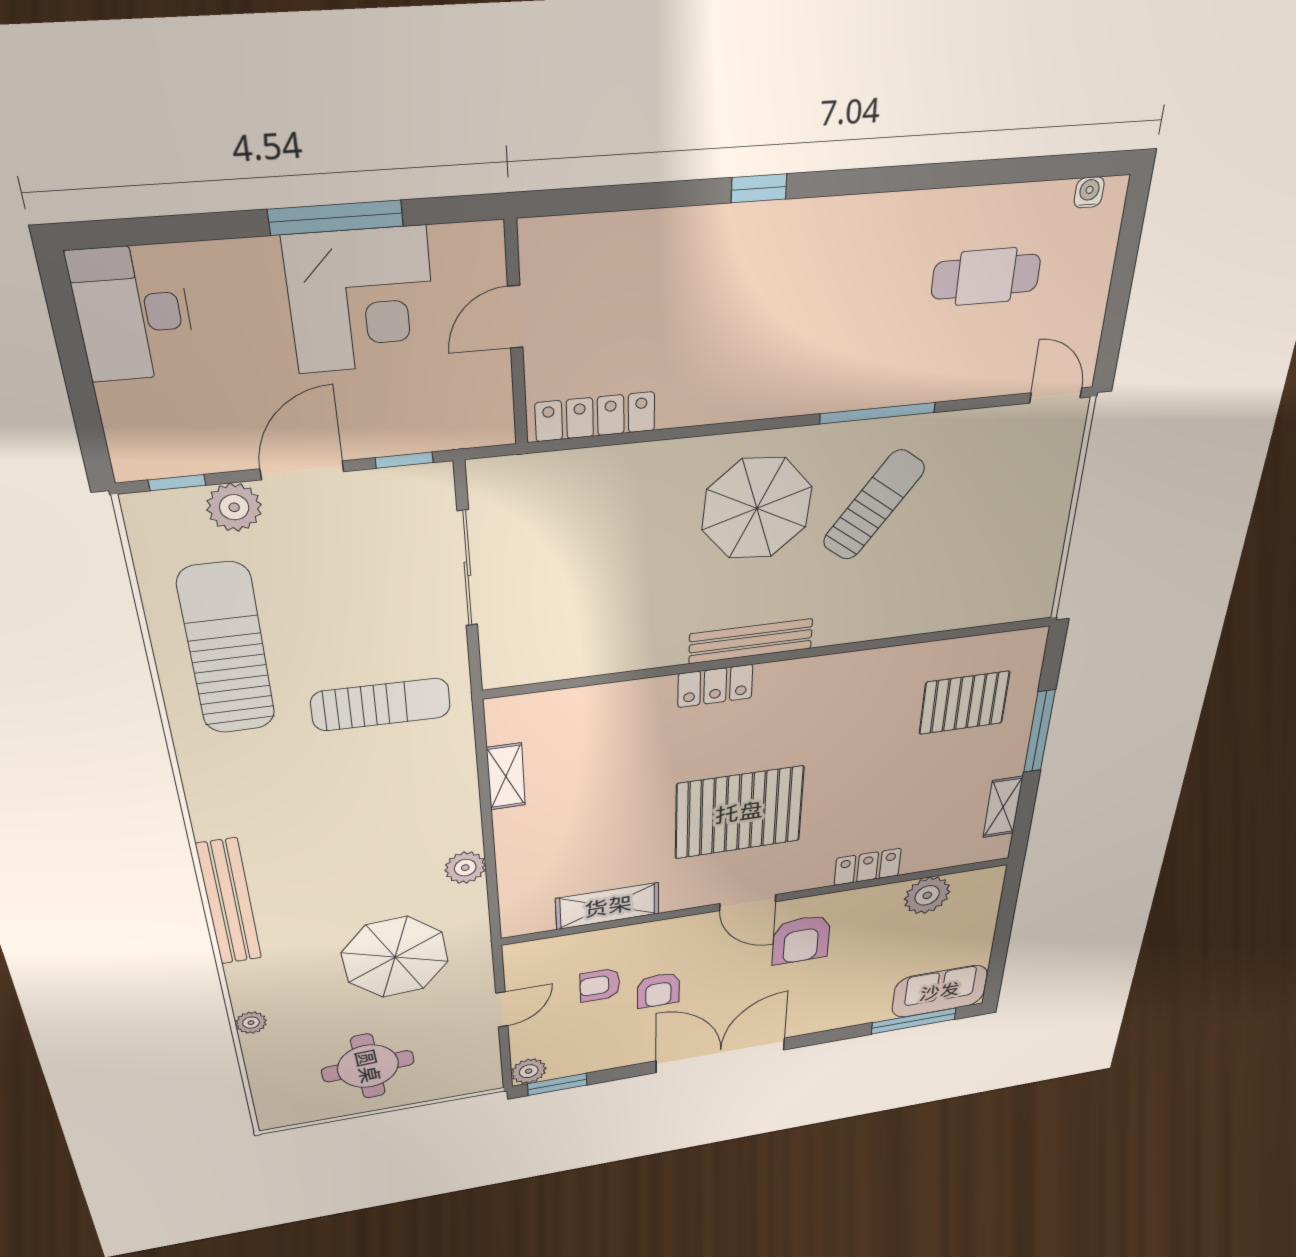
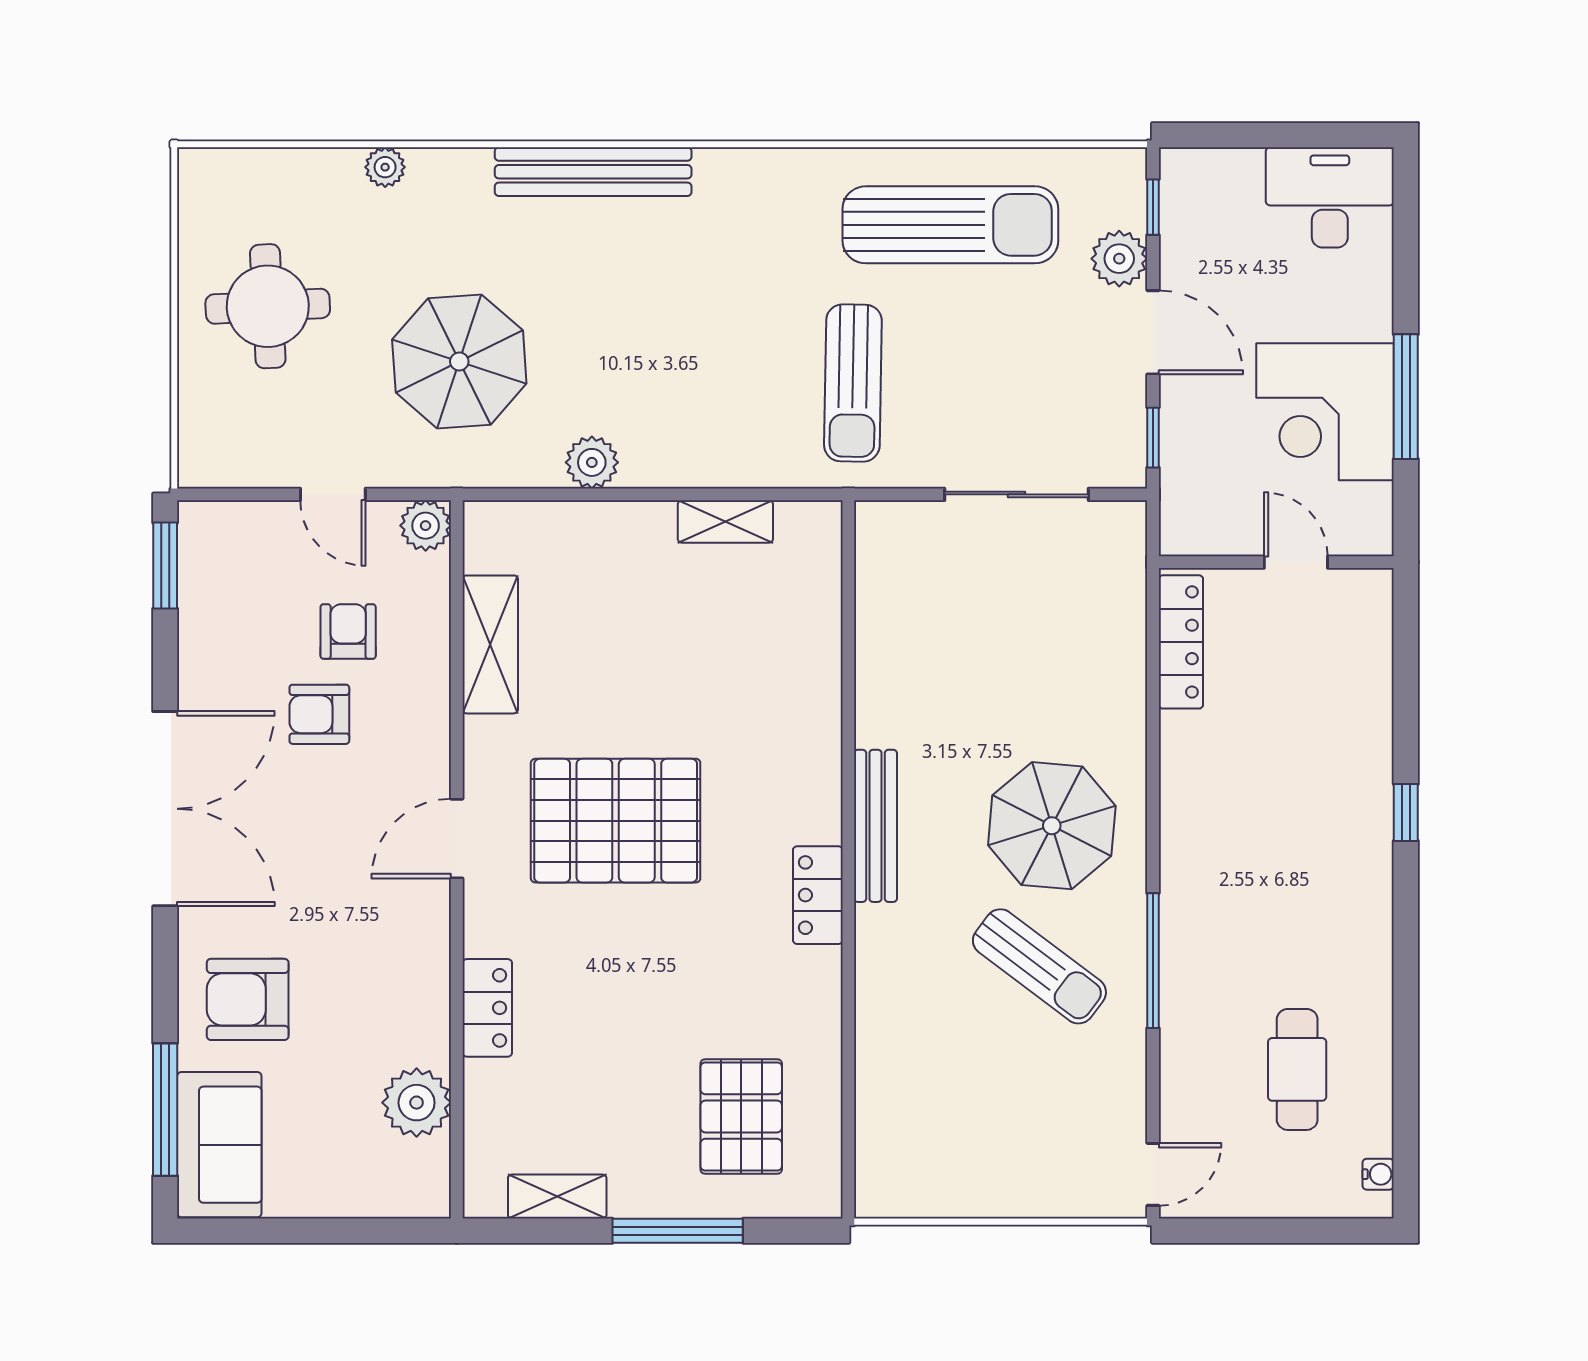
locker: (715, 686) -> (818, 895), moved
pallet: (739, 812) -> (616, 821), turned 90
armchair: (801, 940) -> (248, 999), moved
plant: (529, 1071) -> (426, 526), moved

